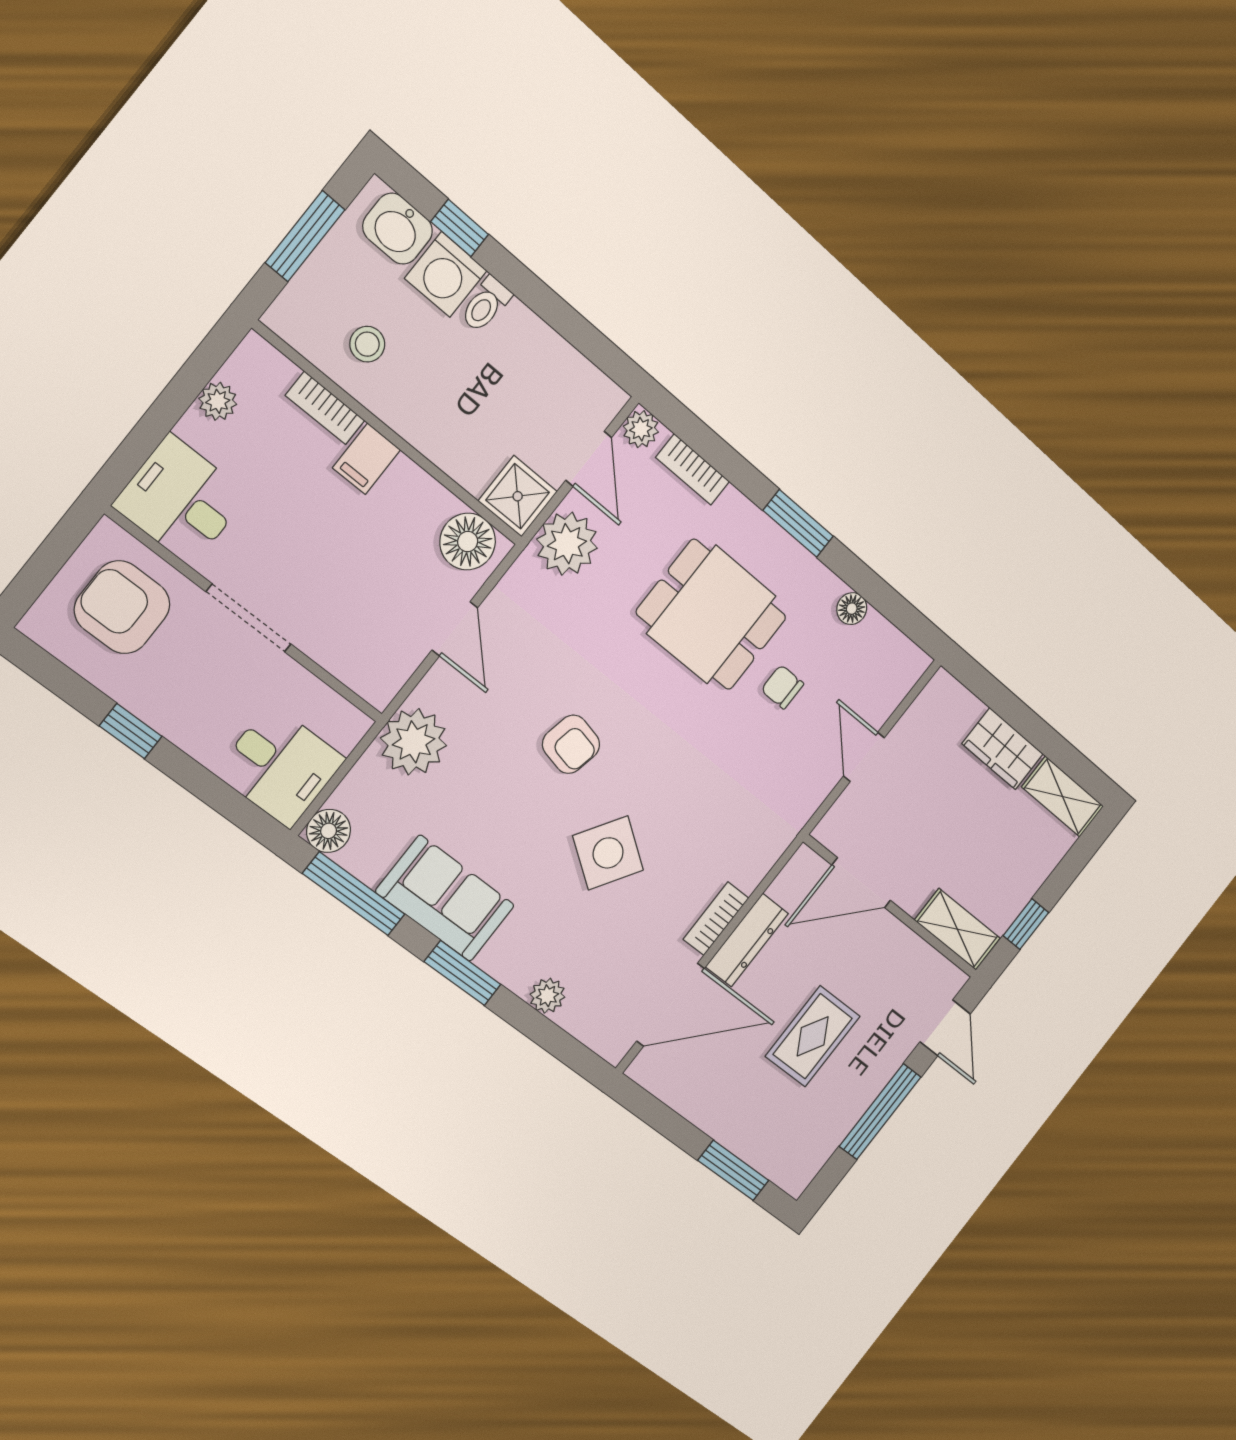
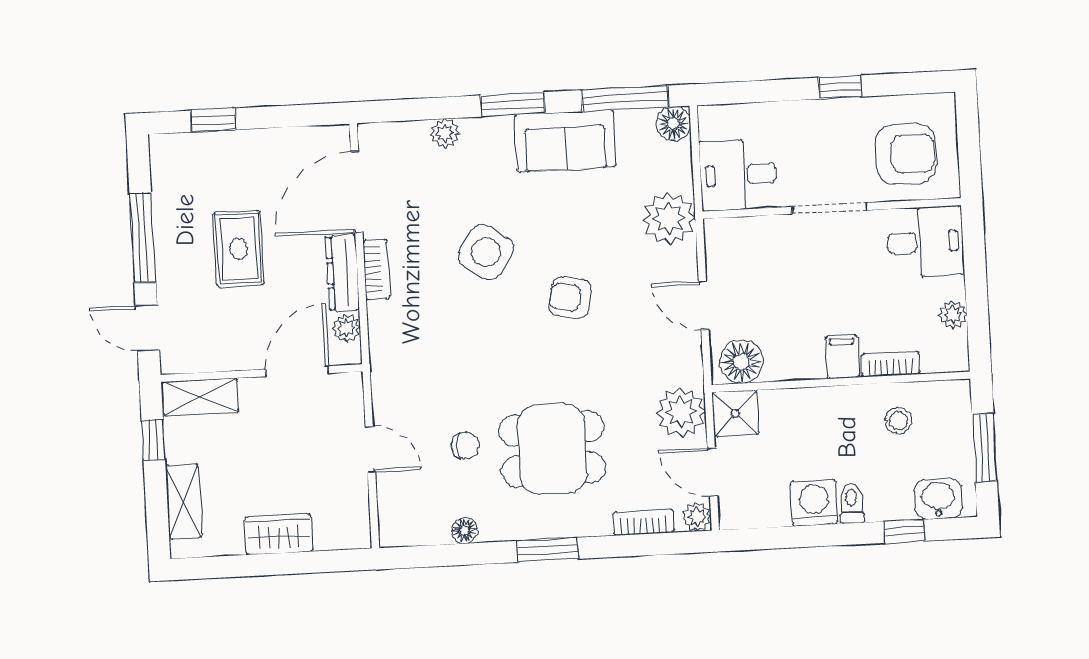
washing machine: (446, 274) -> (814, 503), moved
desk: (280, 766) -> (738, 175), moved
shelving: (1063, 797) -> (184, 501), moved, turned 90
plant: (787, 887) -> (346, 328), added
window: (733, 1170) -> (213, 120), width x0.67

